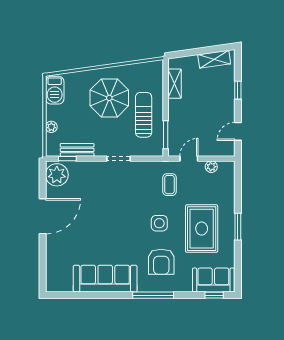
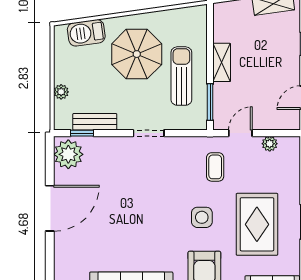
shelving: (175, 84) -> (222, 62), moved
barbecue: (55, 90) -> (86, 33), moved, turned 82

